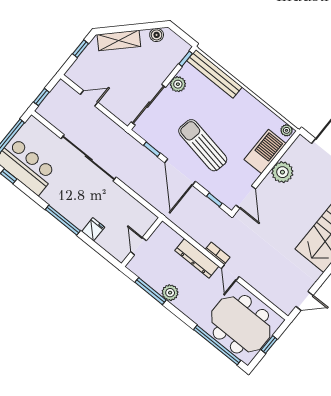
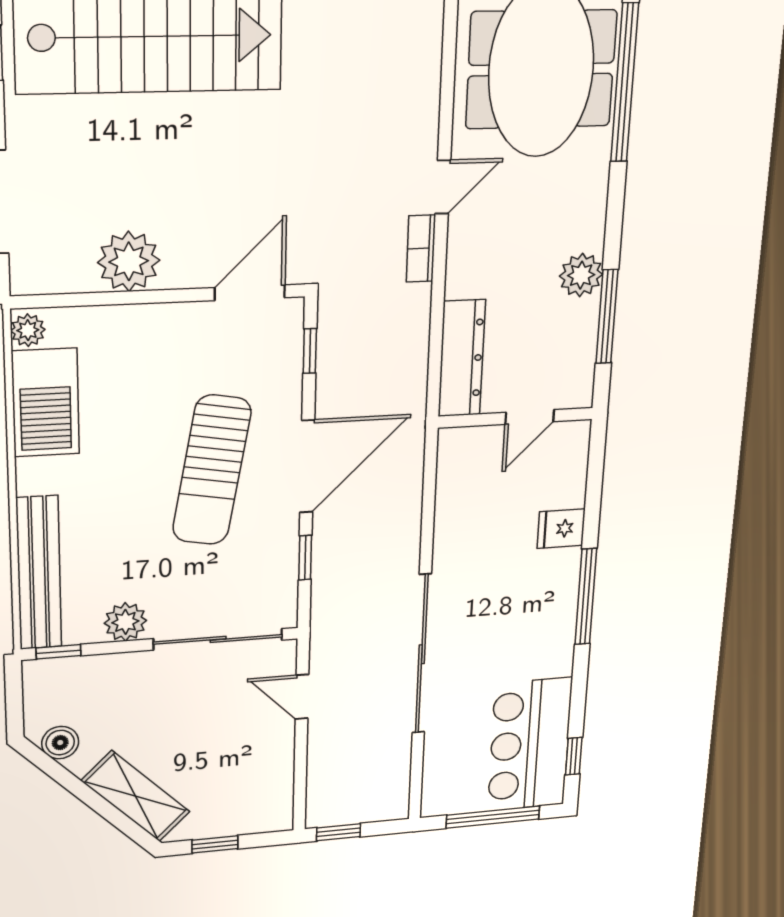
window: (41, 97) -> (338, 832), moved
door: (89, 98) -> (302, 697), moved
barbecue: (265, 152) -> (45, 403), moved, turned -90
dresser: (197, 258) -> (462, 358), moved

